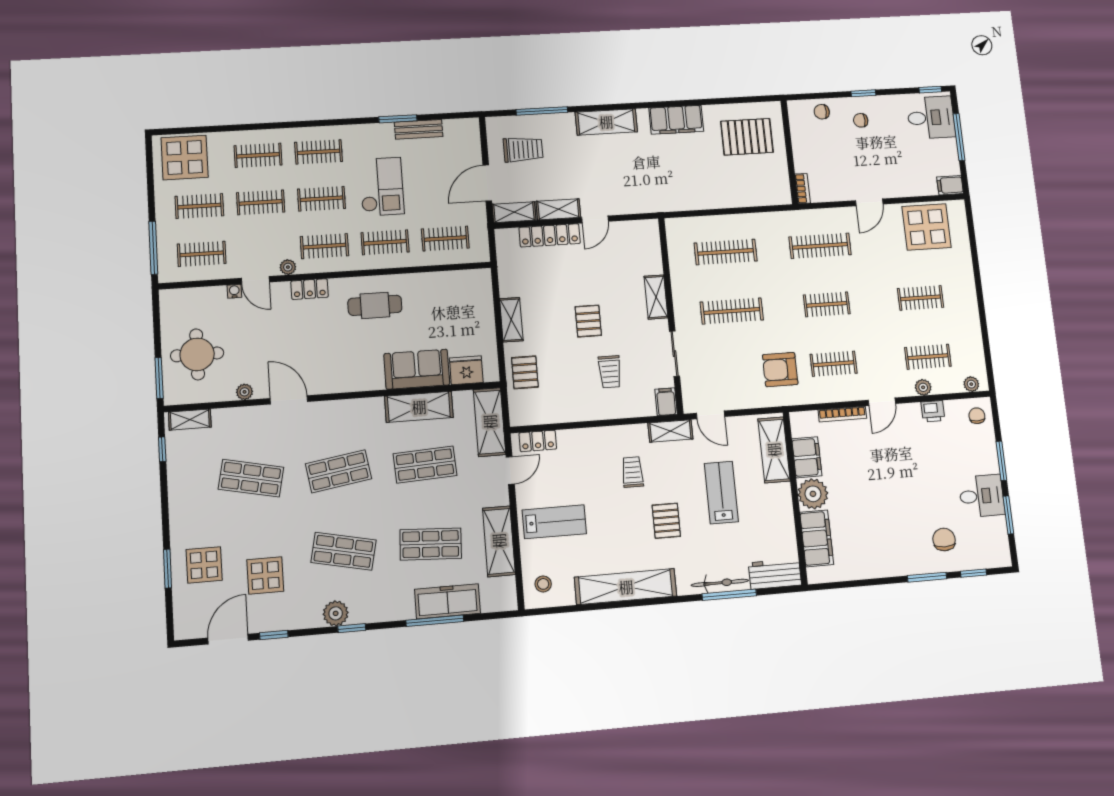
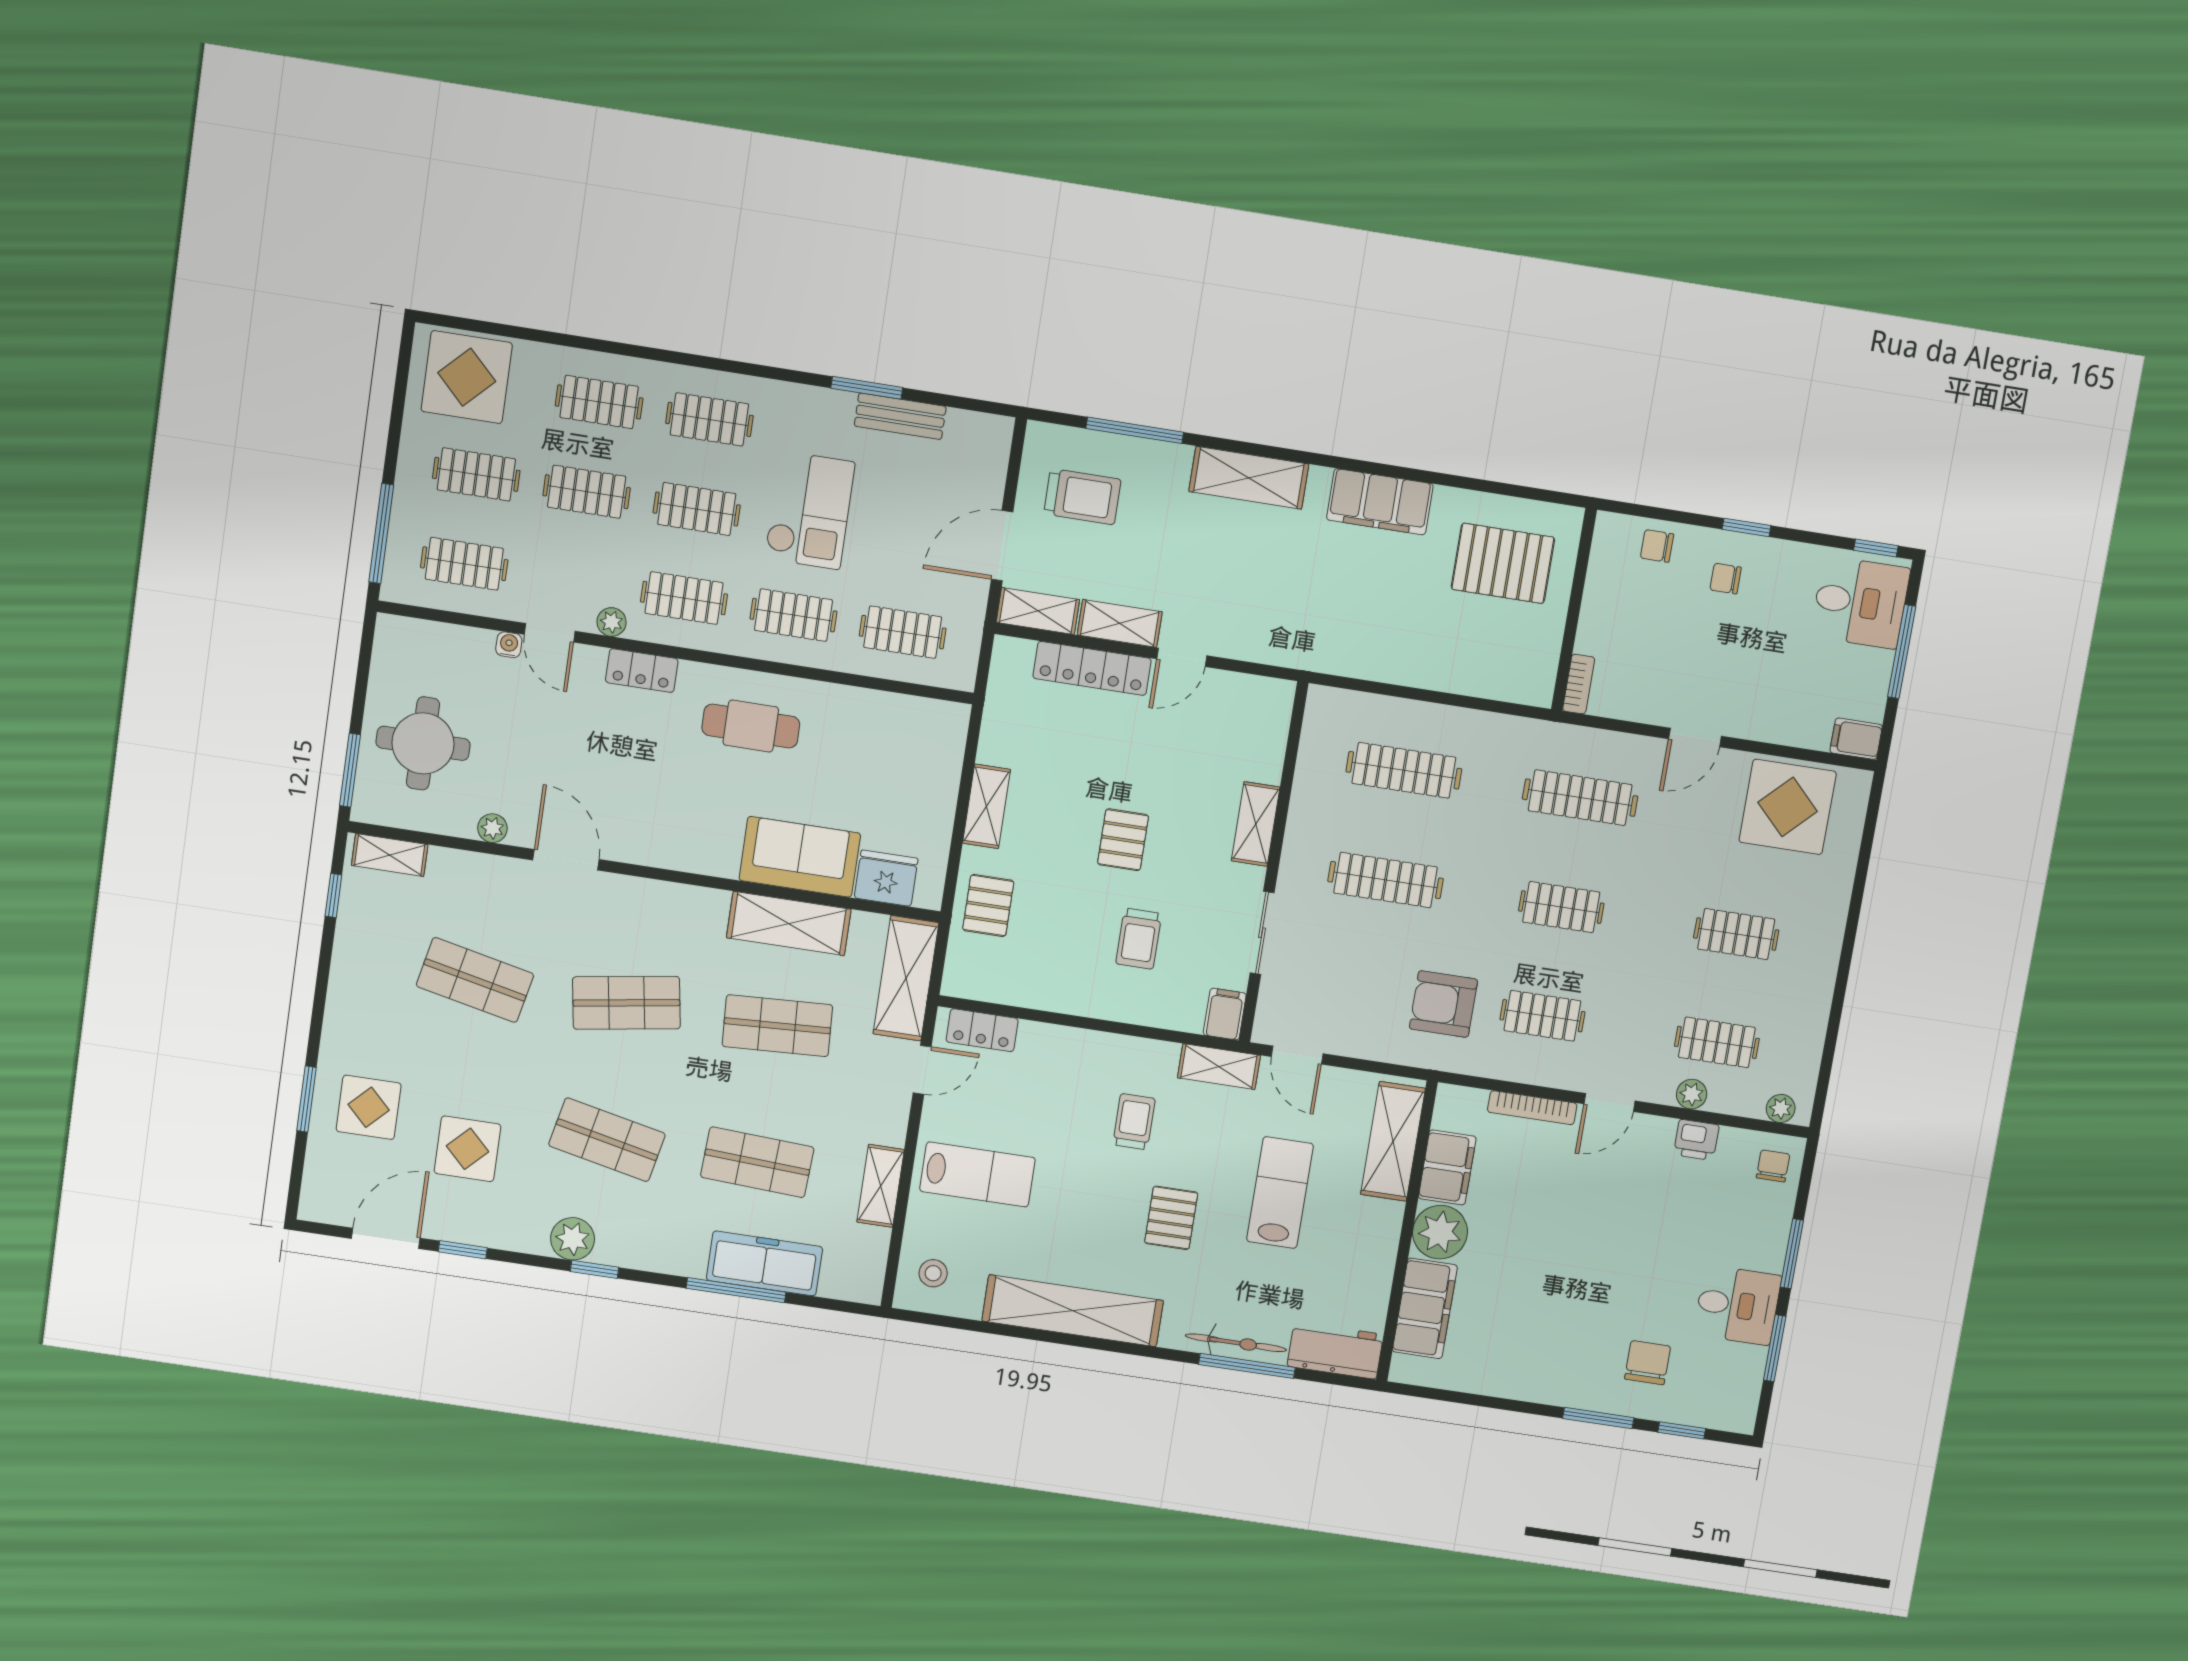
shelving: (499, 541) -> (881, 1186), width x0.67, depth x0.75

